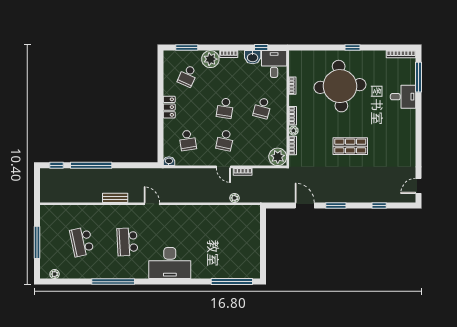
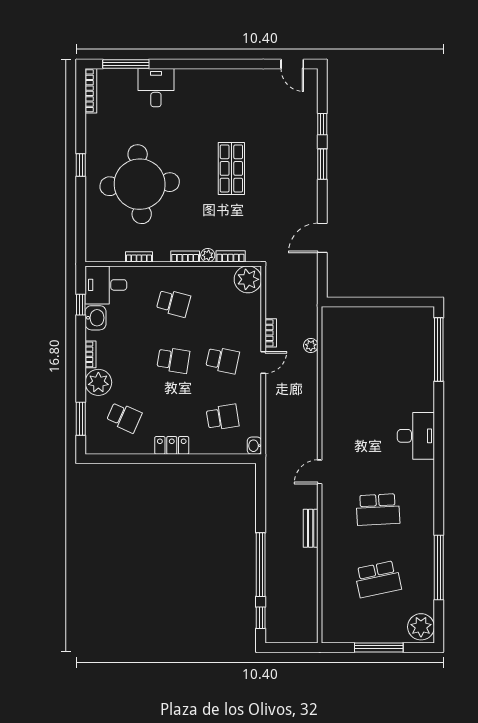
window: (336, 205) -> (322, 164), moved
desk: (170, 263) -> (416, 436), width x0.73, depth x0.77
plant: (55, 274) -> (421, 627), width x1.87, depth x1.87
window: (113, 282) -> (439, 567), moved

